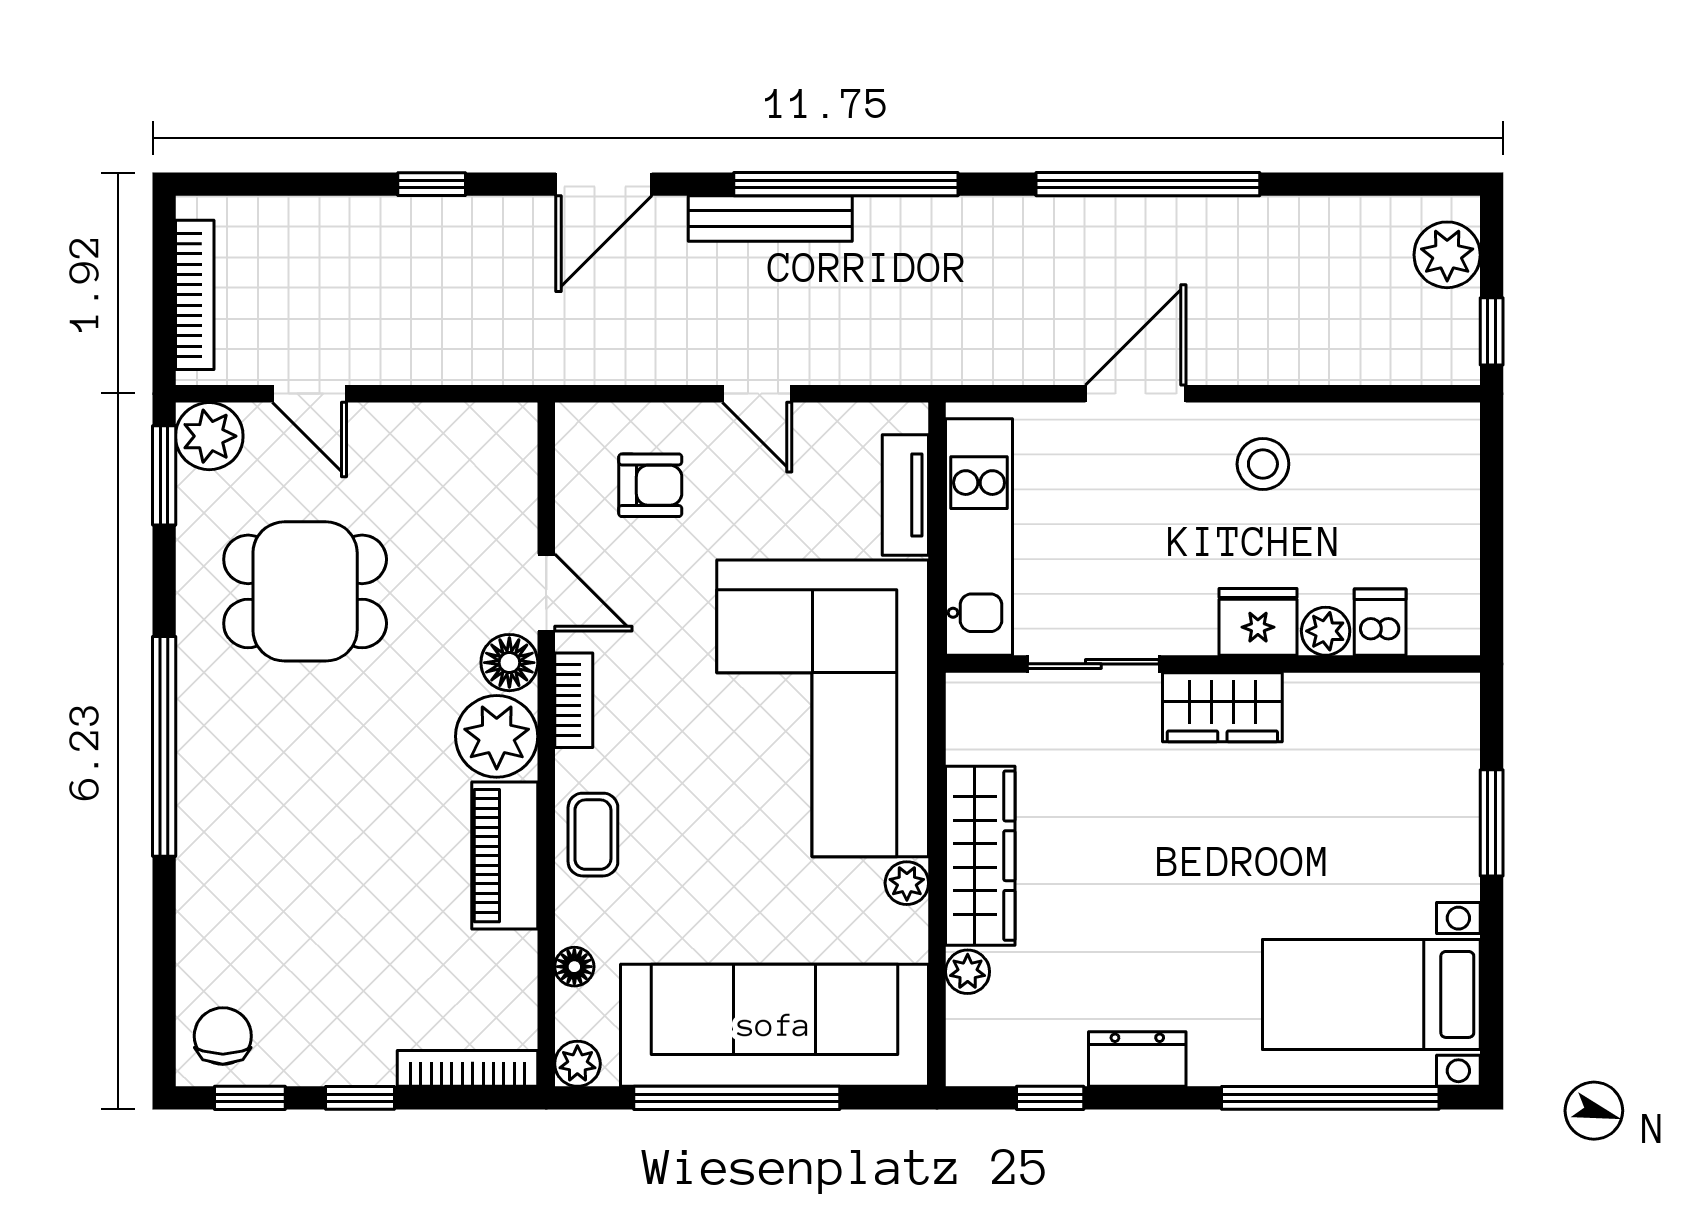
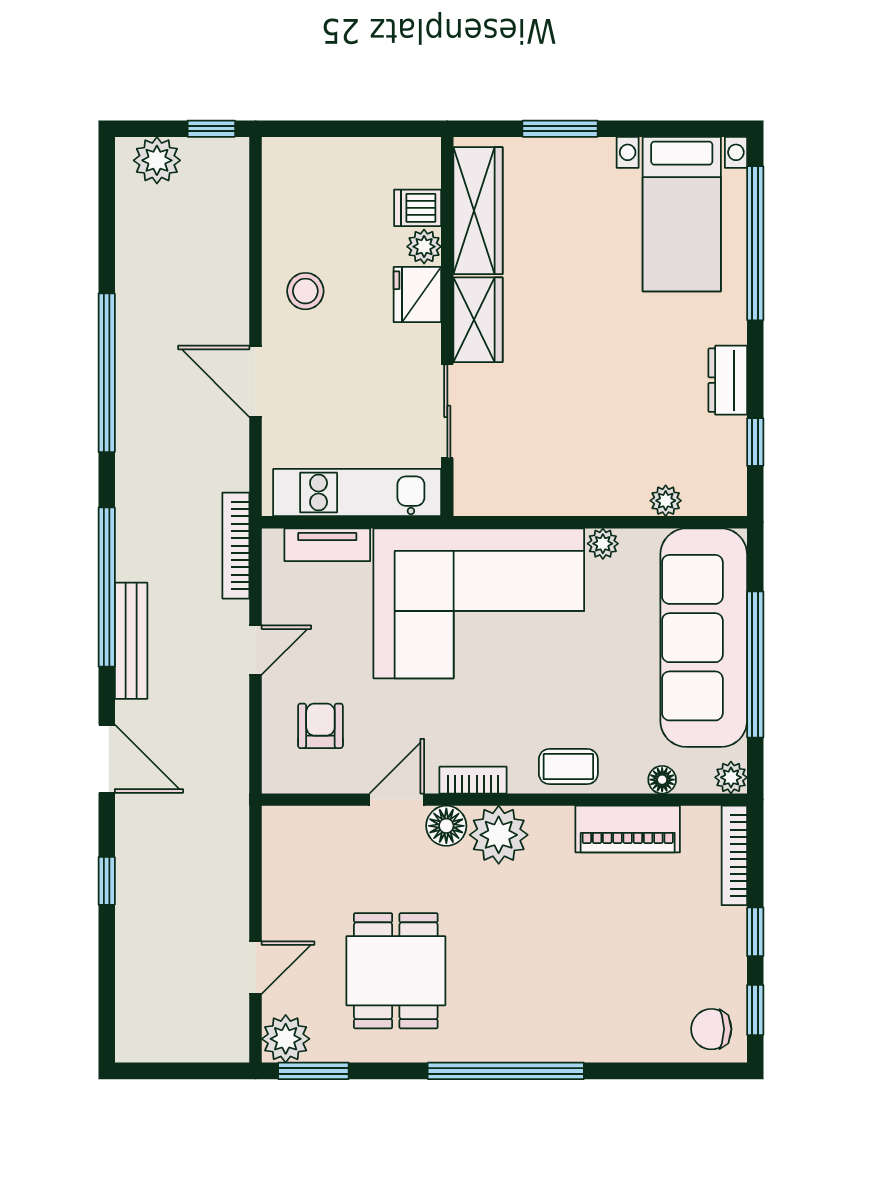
bookcase: (195, 295) -> (236, 546), moved, turned -90
piano: (505, 856) -> (628, 829), moved
wardrobe: (980, 856) -> (478, 211), moved, turned 90

